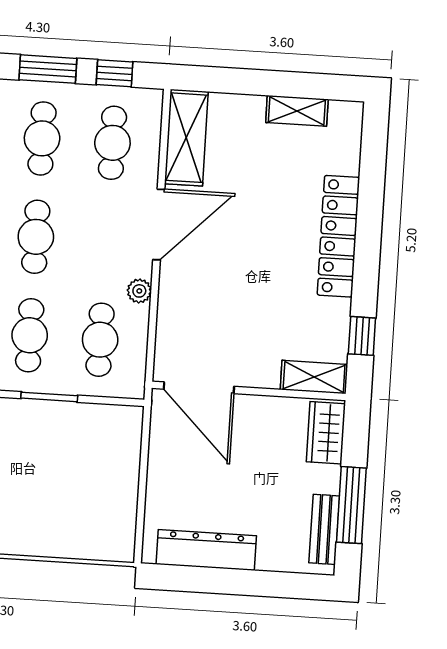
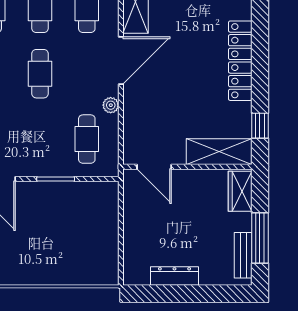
cafe table: (30, 335) -> (40, 139), removed
shelving: (314, 377) -> (219, 152), width x1.50, depth x1.33
door: (199, 388) -> (154, 167), width x0.73
dresser: (206, 550) -> (174, 276), width x0.73, depth x0.80

